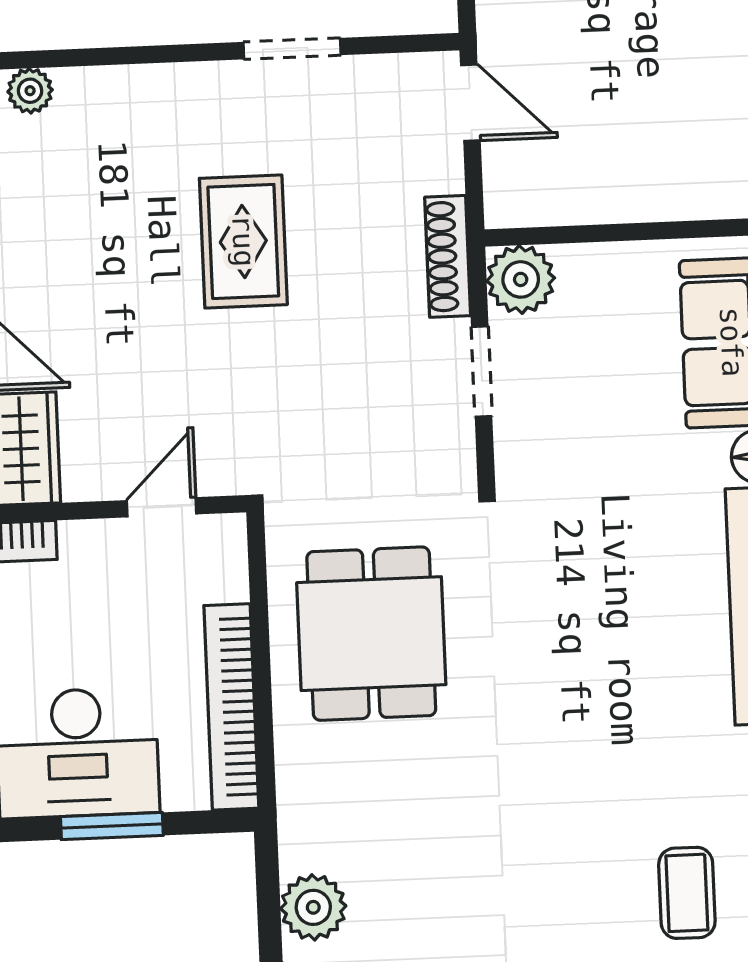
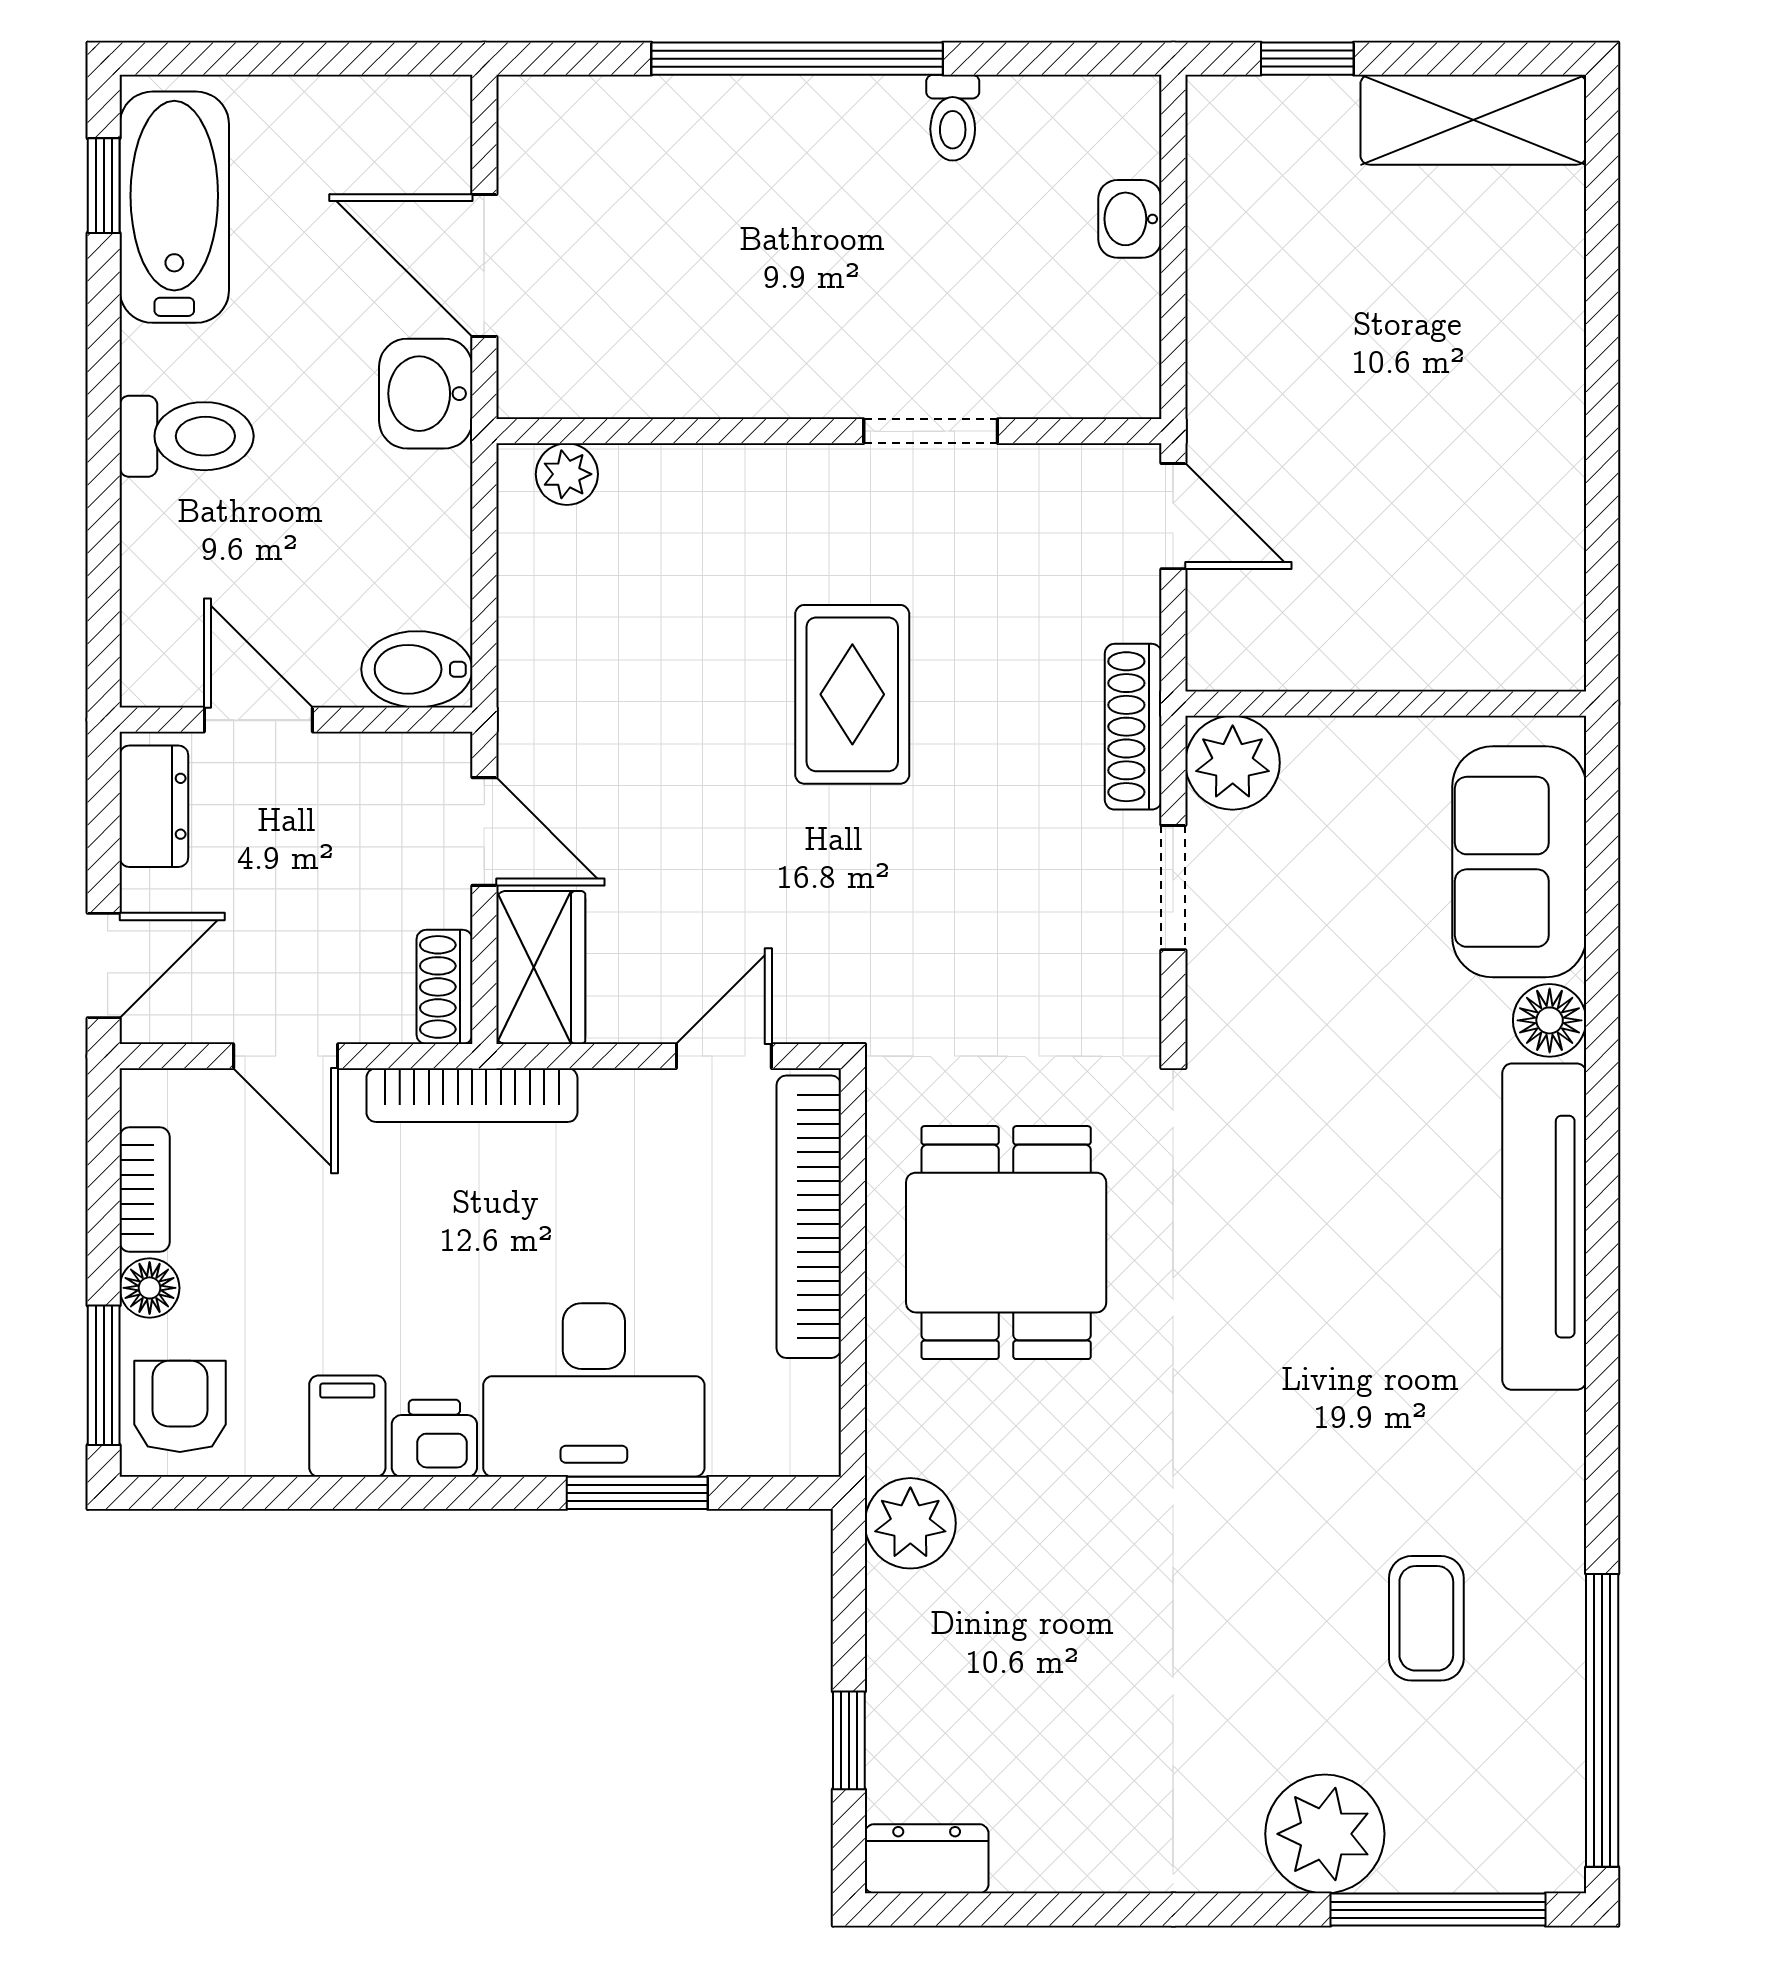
bookcase: (231, 707) -> (809, 1217), moved
plant: (313, 907) -> (910, 1523), moved

